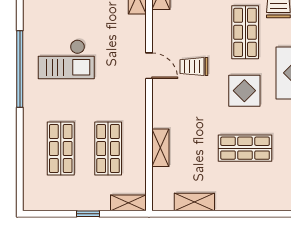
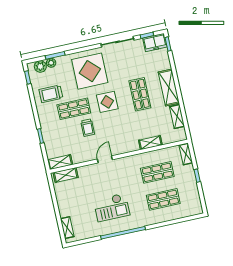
checkout: (66, 59) -> (112, 207), turned 90
trolley: (194, 67) -> (88, 128), moved
shelving: (246, 199) -> (169, 88), added

